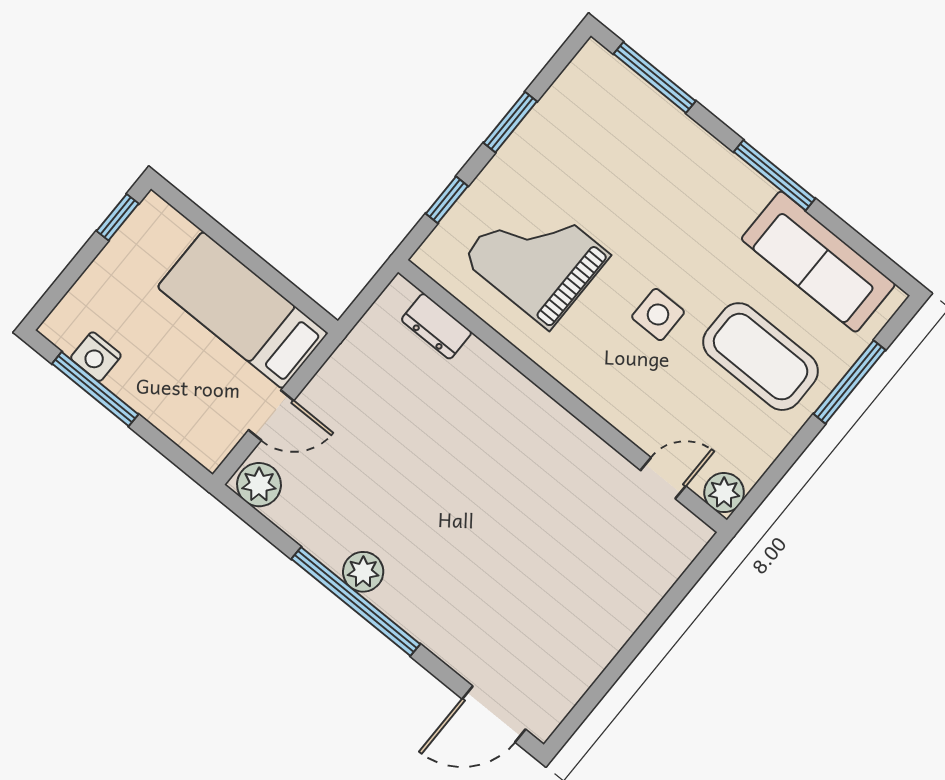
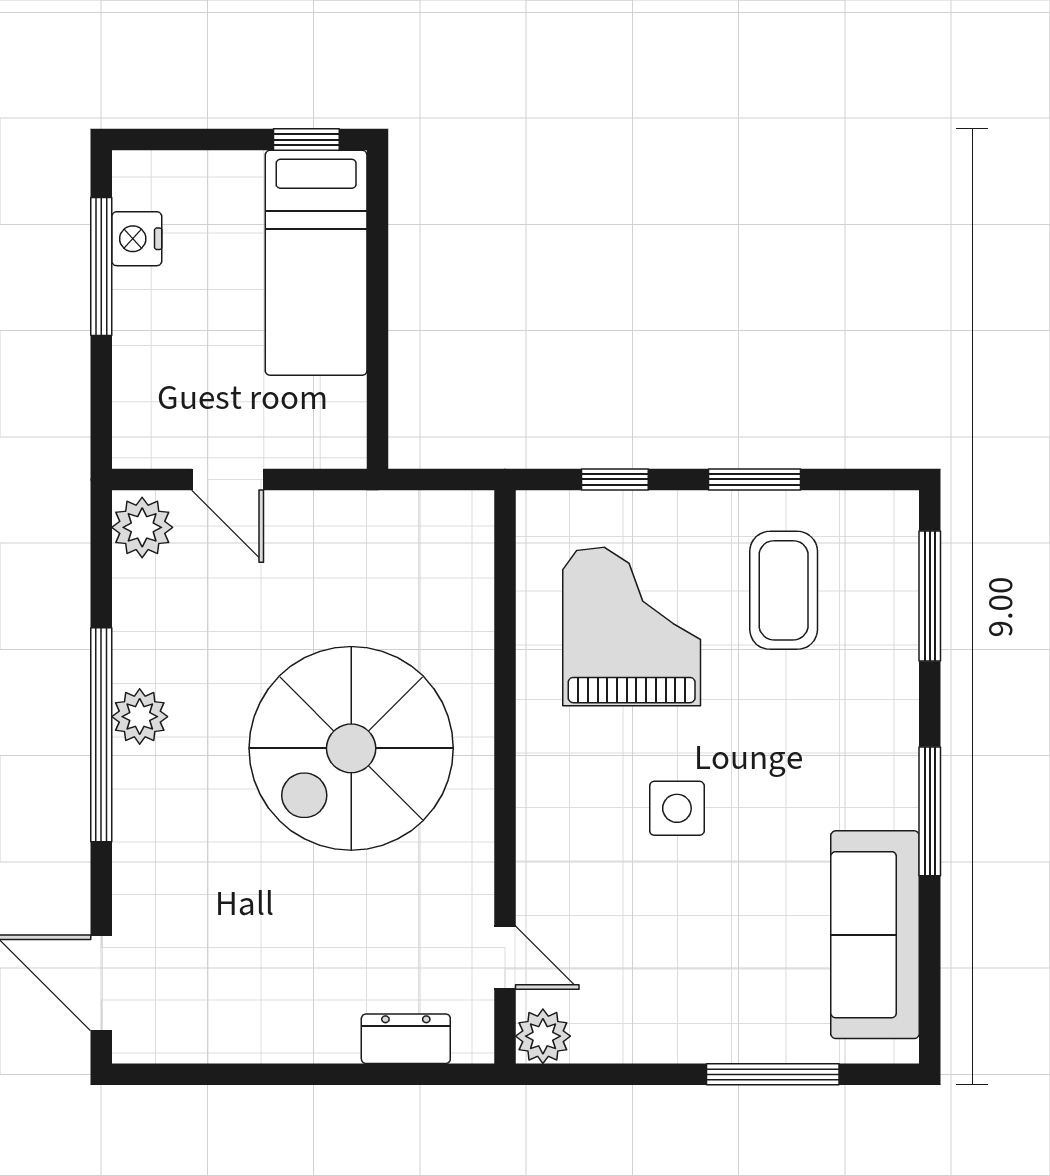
bed: (243, 310) -> (316, 263), moved, turned 180
dresser: (436, 326) -> (406, 1039), moved, turned 90
coffee table: (761, 357) -> (784, 590), moved, width x0.73, depth x0.76
spiral stairs: (477, 469) -> (351, 748), added

